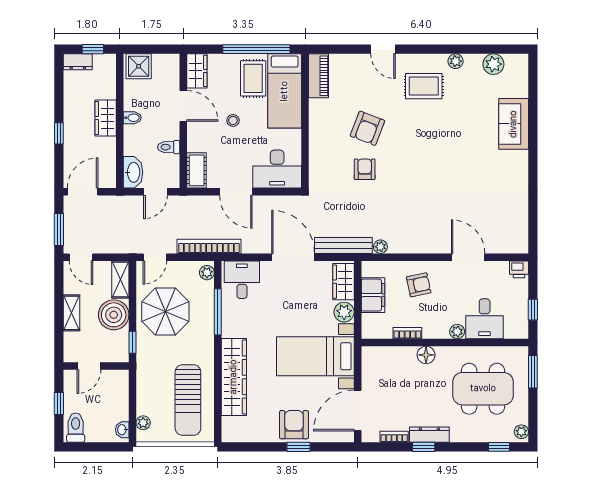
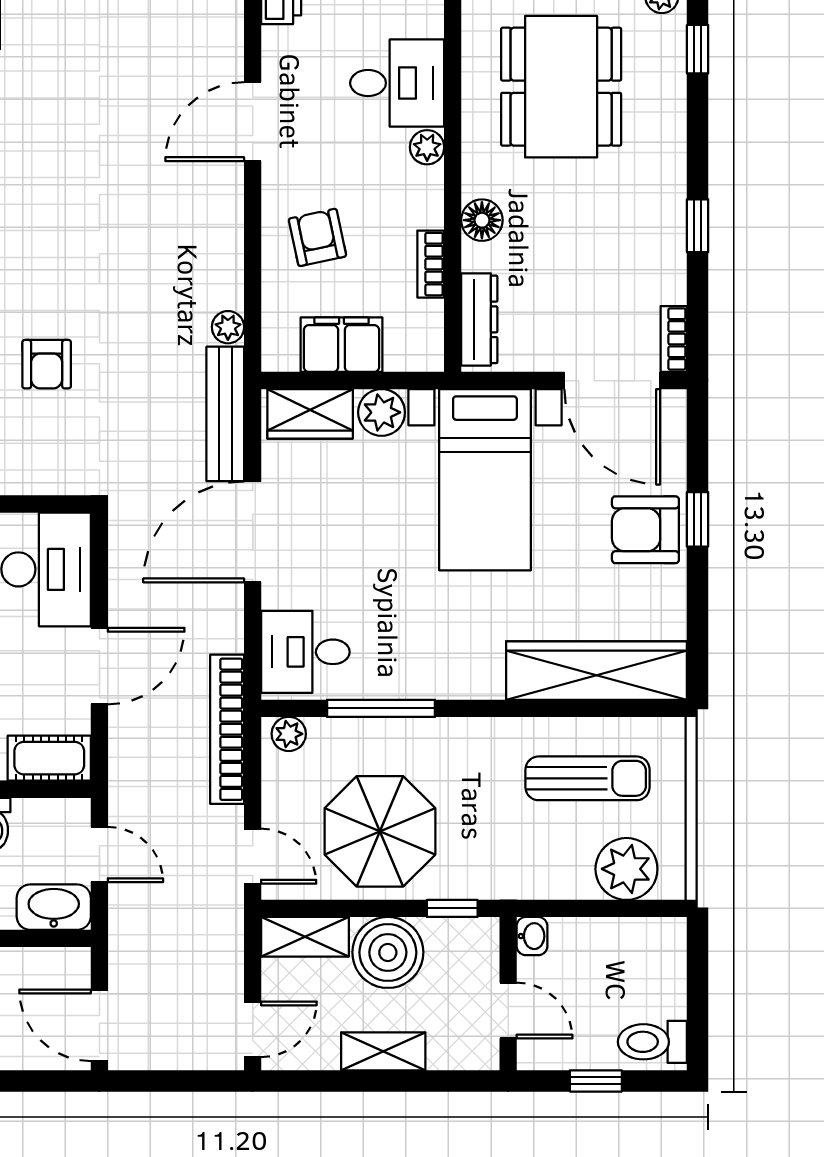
armchair: (365, 169) -> (47, 364), turned -90
window: (59, 230) -> (188, 1081), removed
wardrobe: (234, 377) -> (596, 671), moved
sun lounger: (188, 400) -> (588, 778), width x0.73, depth x0.75
plant: (143, 423) -> (626, 869), width x1.87, depth x1.87
washbasin: (122, 430) -> (532, 936), moved, turned -90
dresser: (429, 435) -> (479, 319), moved, turned 180
bookcase: (394, 437) -> (674, 339), moved

